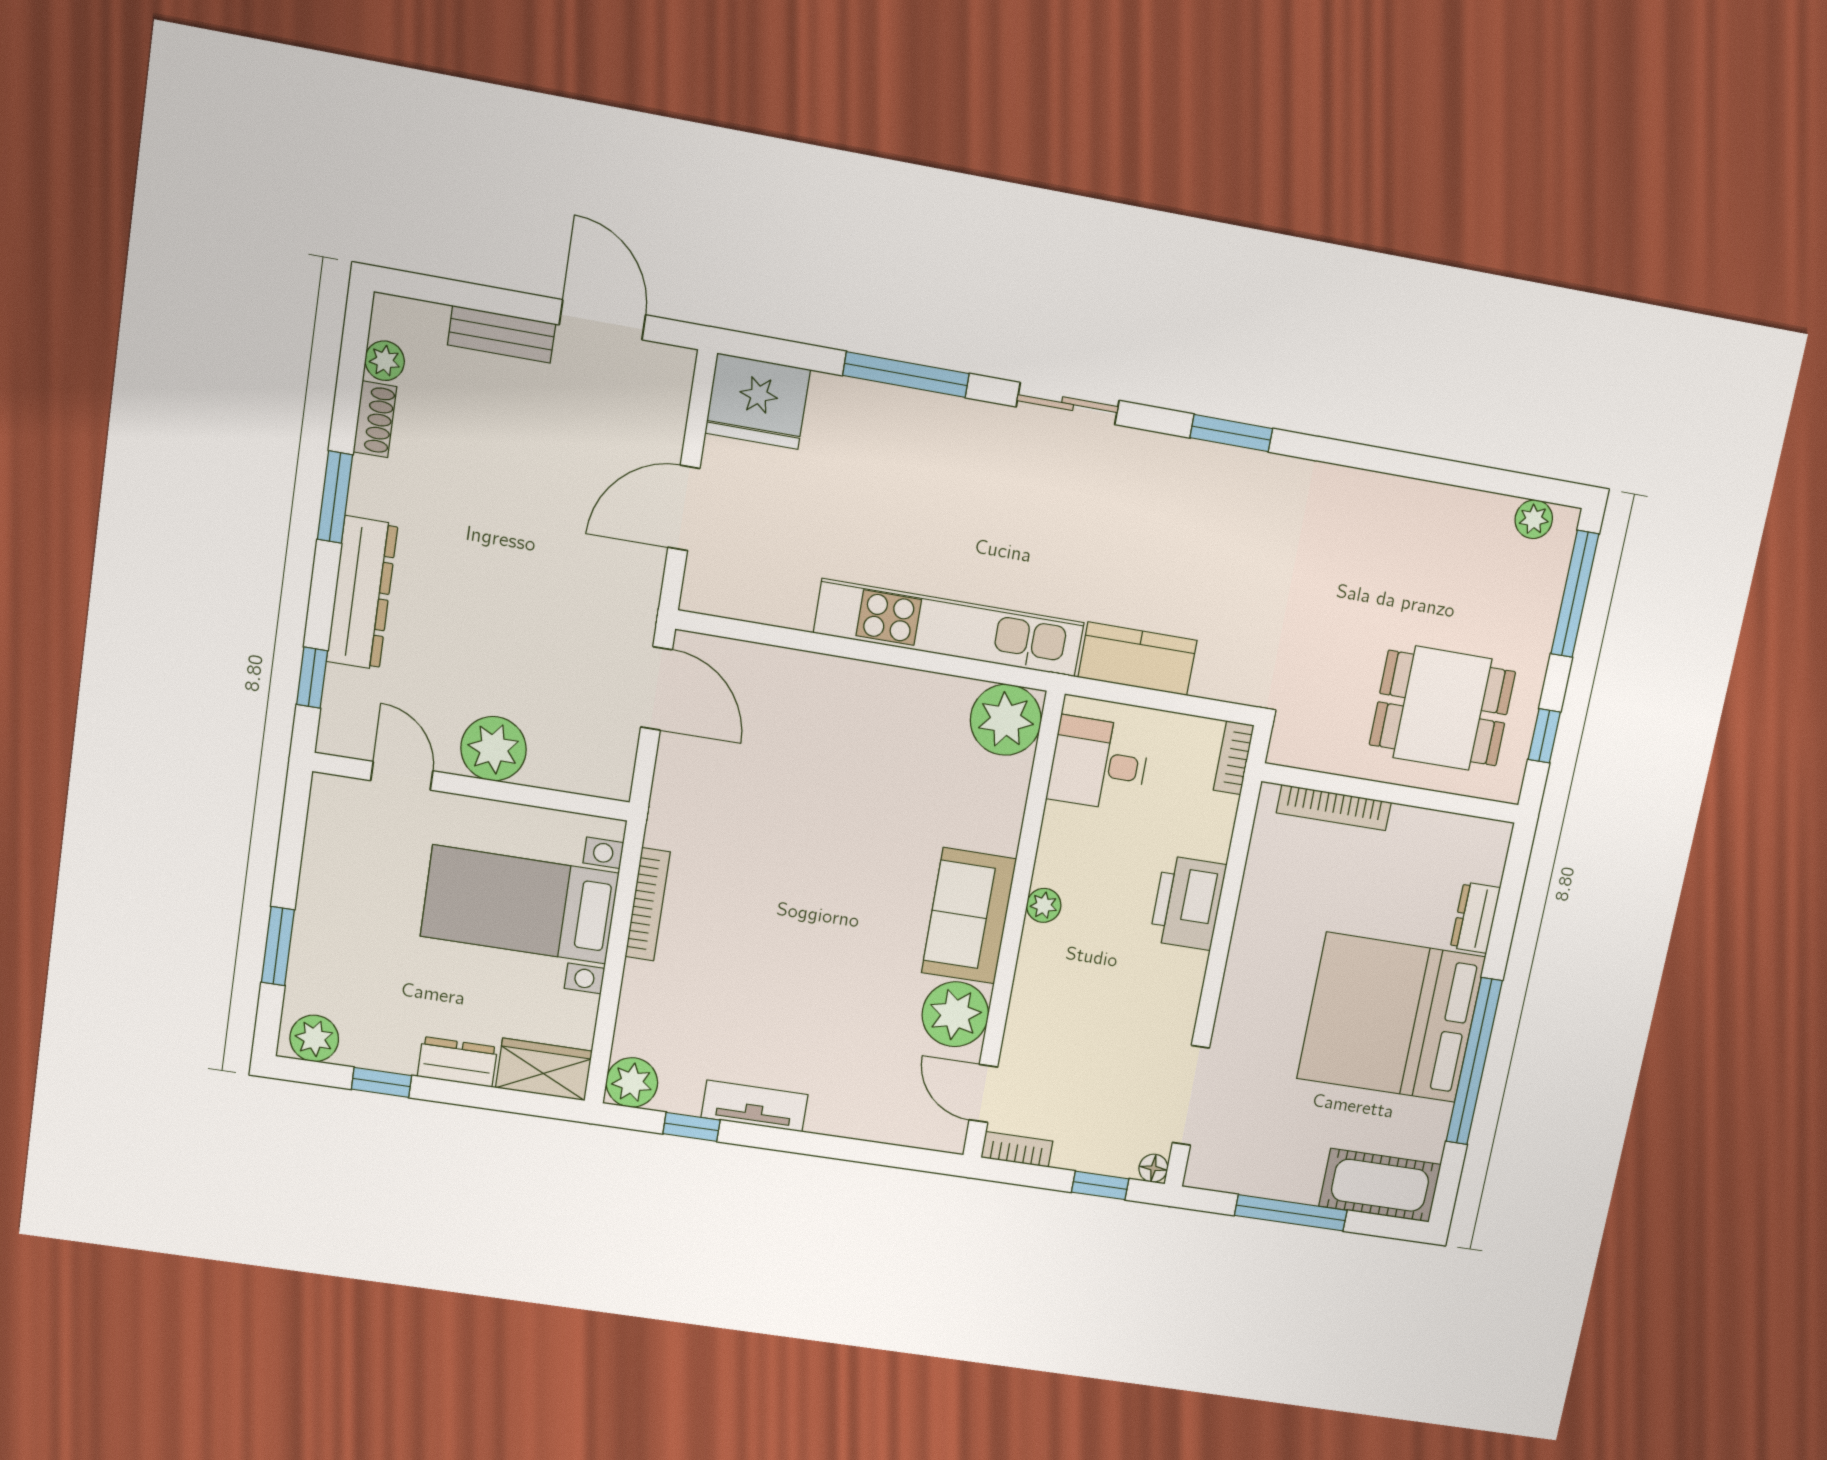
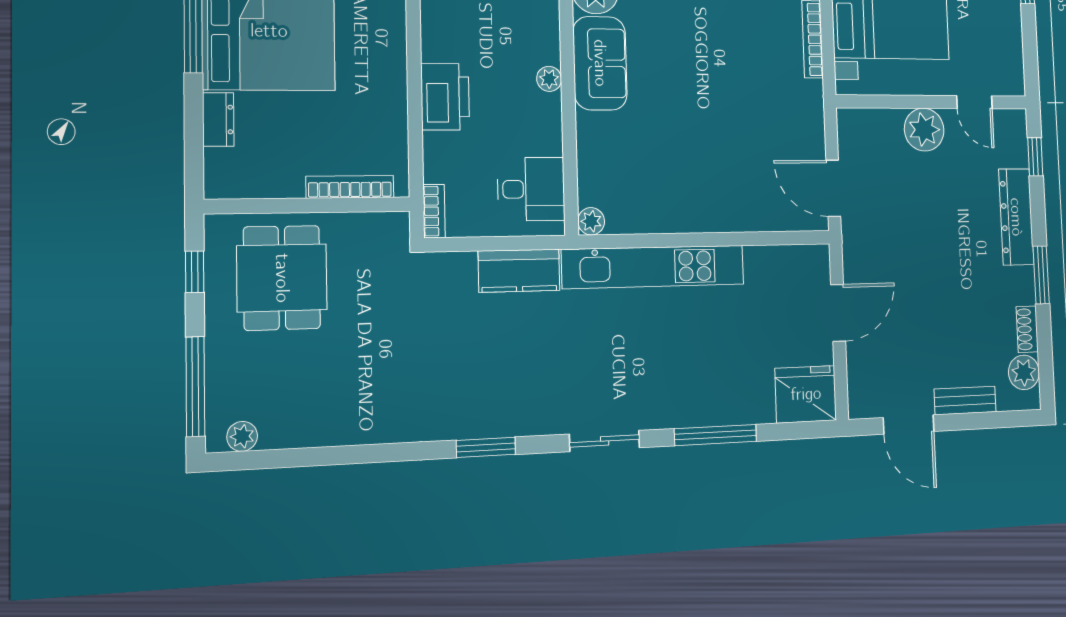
plant: (385, 361) -> (1024, 372), width x1.38, depth x1.38
dining table: (1442, 708) -> (282, 278), turned 90
plant: (1006, 720) -> (591, 221), width x0.53, depth x0.53

